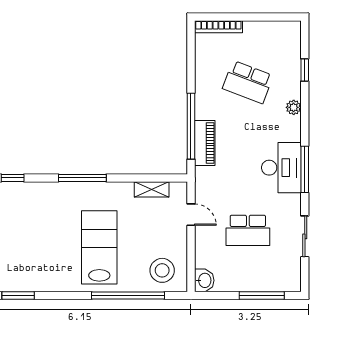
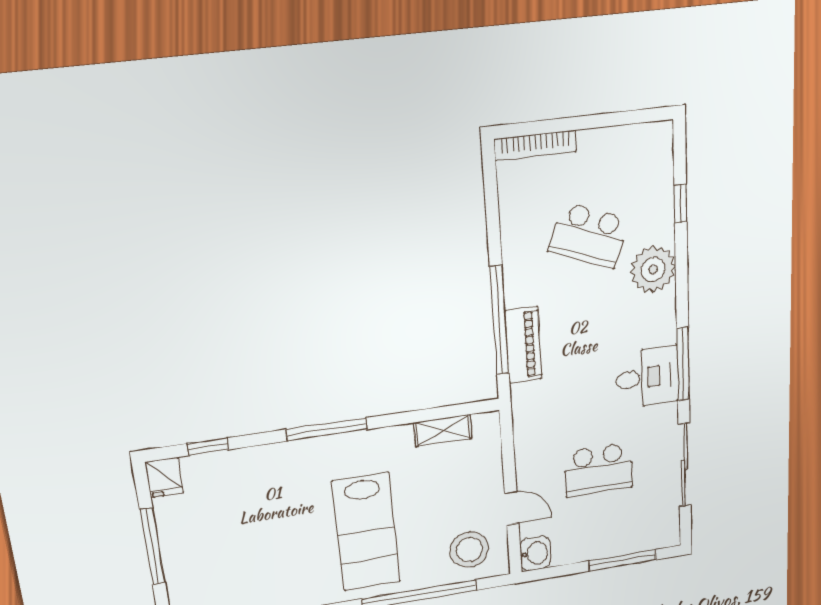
plant: (294, 107) -> (653, 269), width x1.87, depth x1.87
desk: (281, 168) -> (647, 377), width x0.73
door: (191, 215) -> (512, 508), moved
sliding door: (305, 236) -> (685, 465), width x1.37
lab bench: (99, 247) -> (367, 532), turned 180

